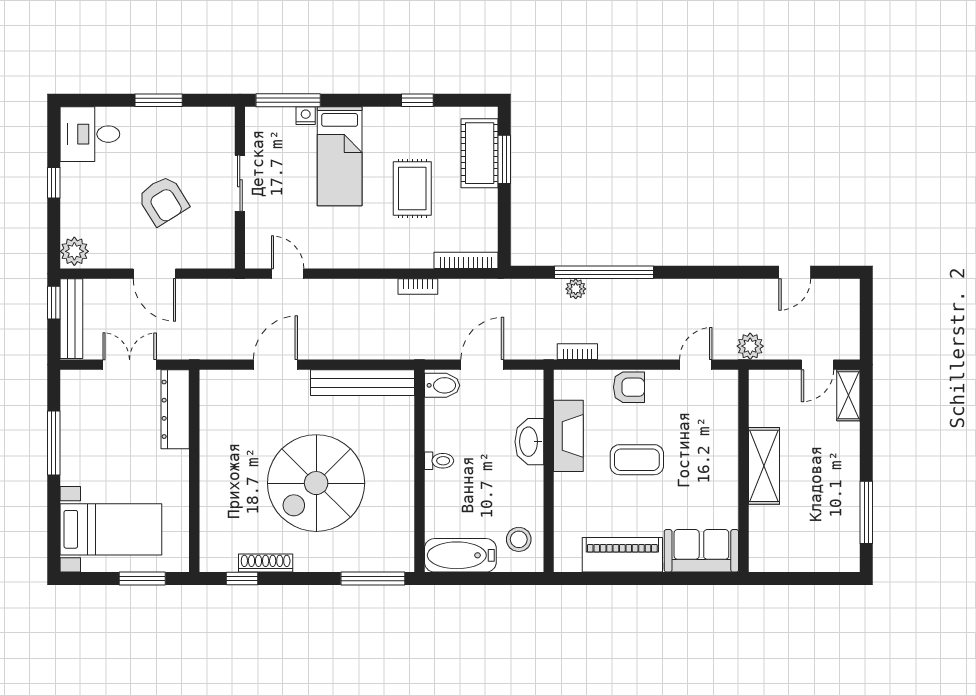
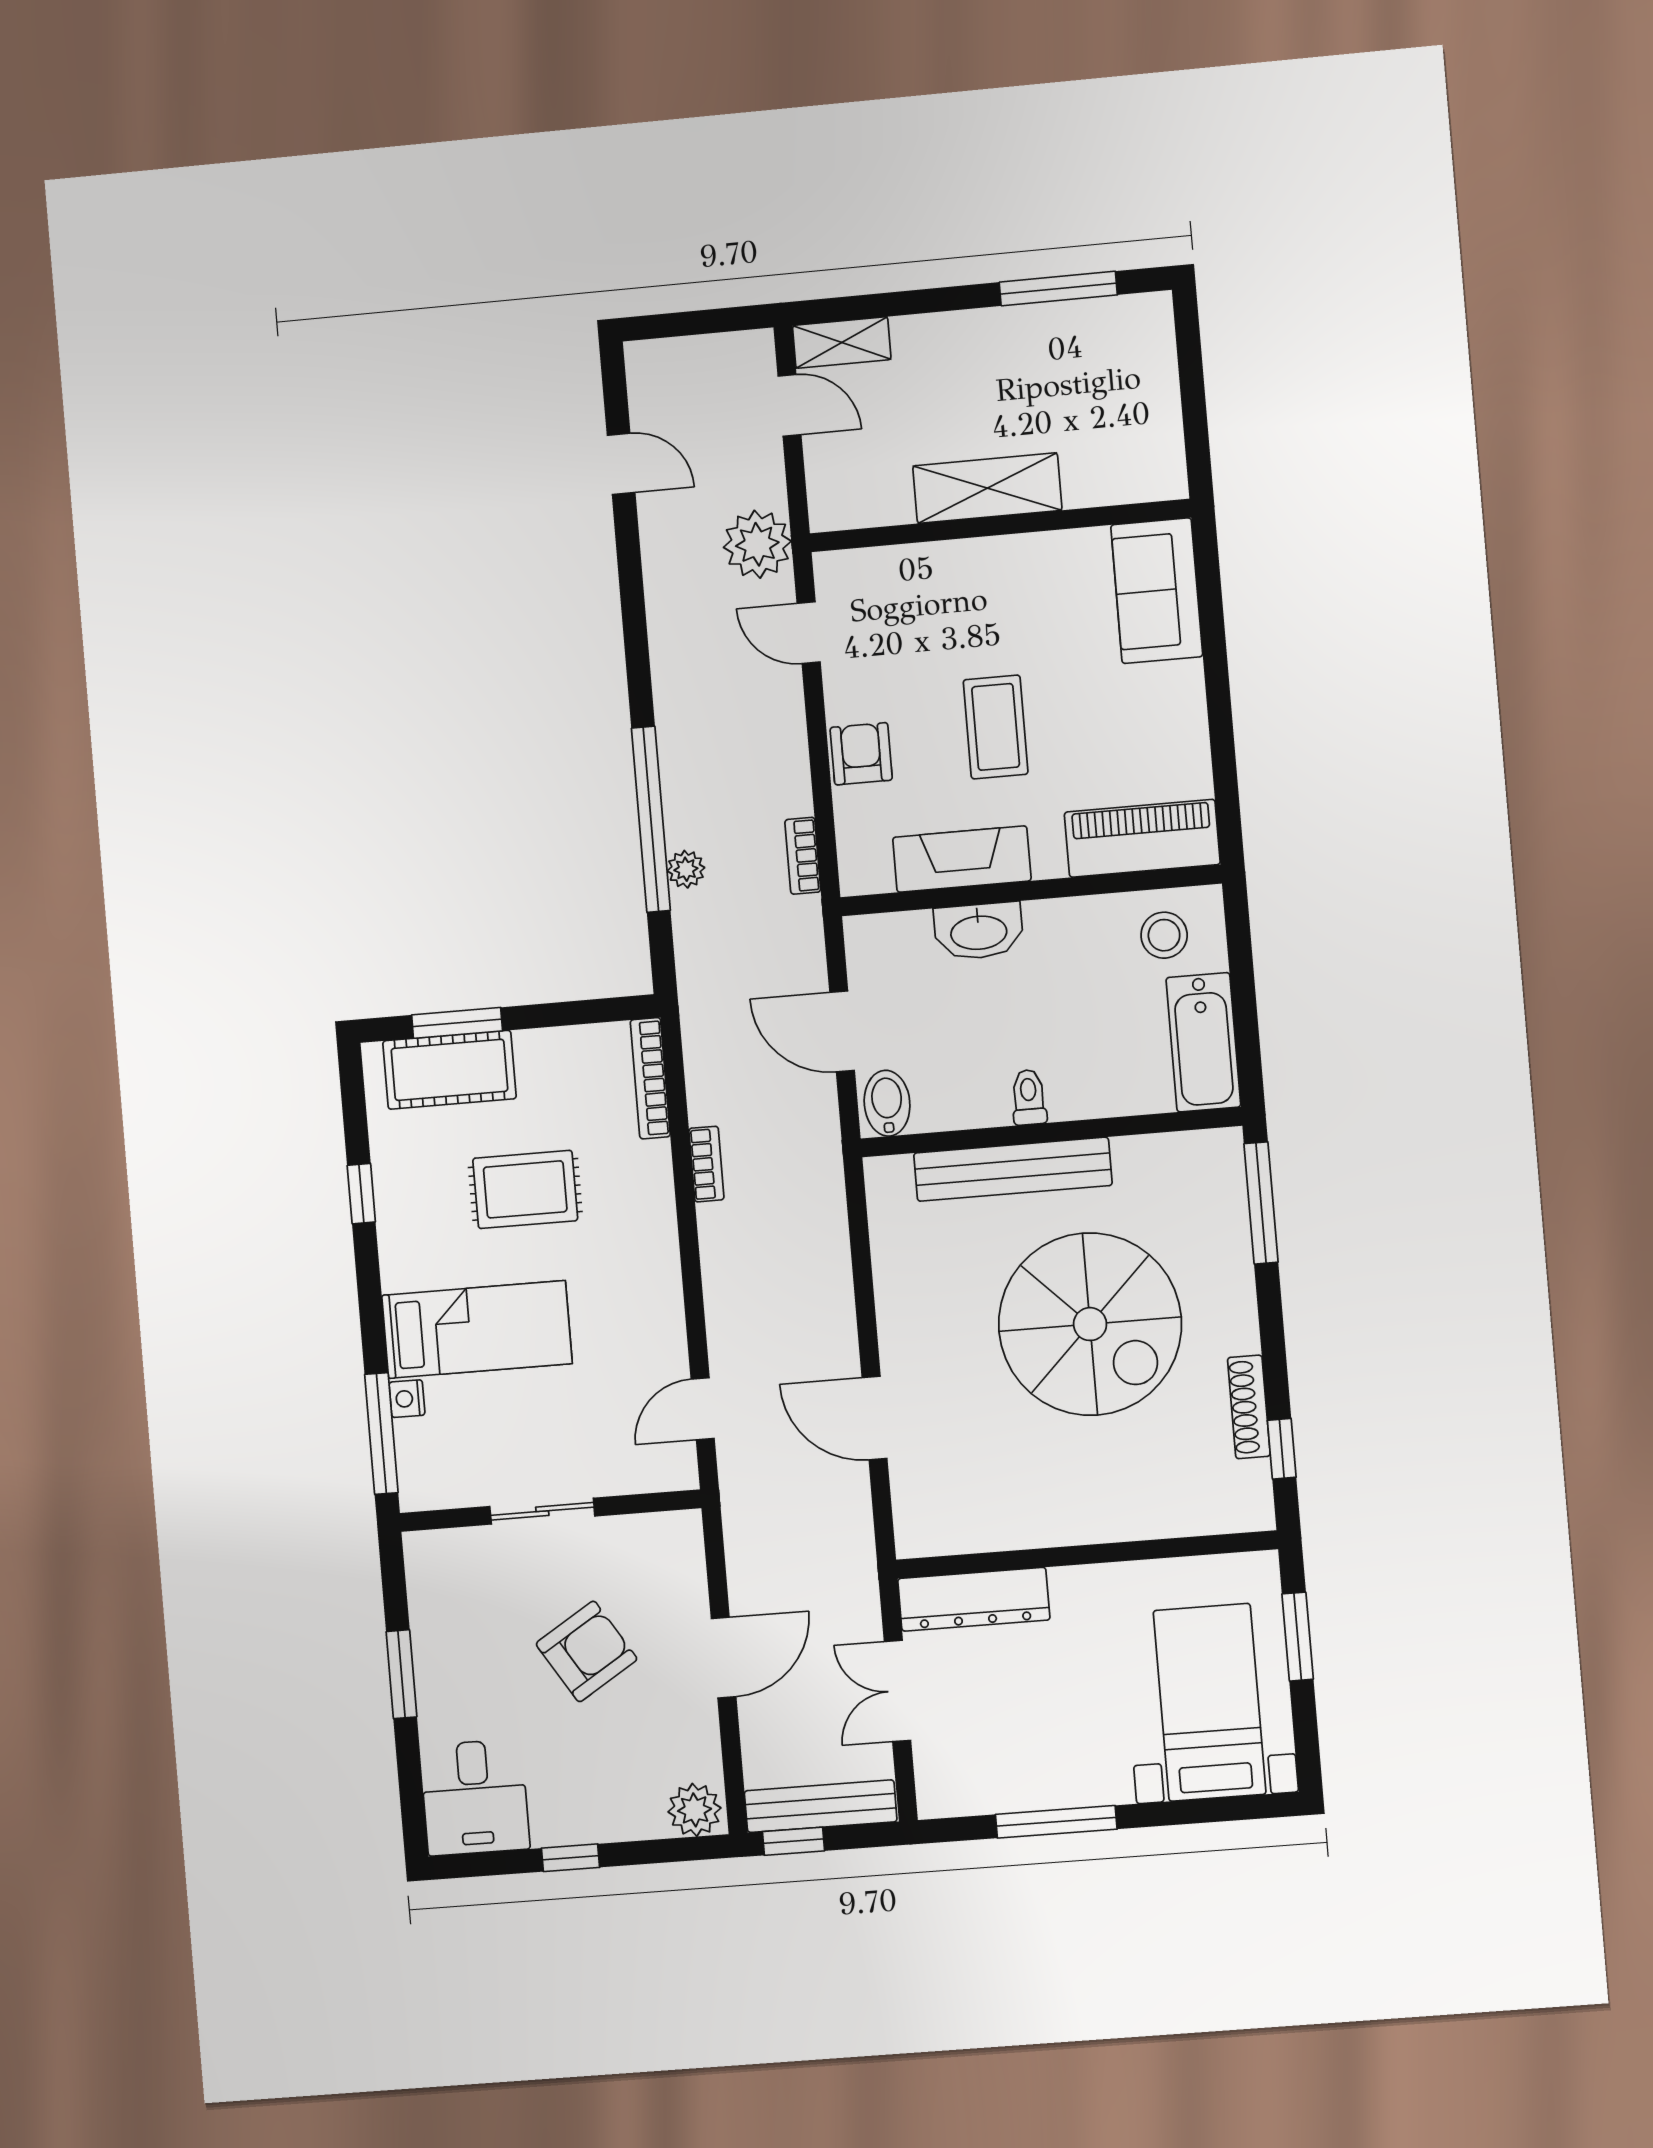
plant: (750, 346) -> (757, 544), width x1.36, depth x1.36
bench: (363, 383) -> (1013, 1169), moved, turned 90
piano: (622, 555) -> (1142, 838), moved, turned 90

